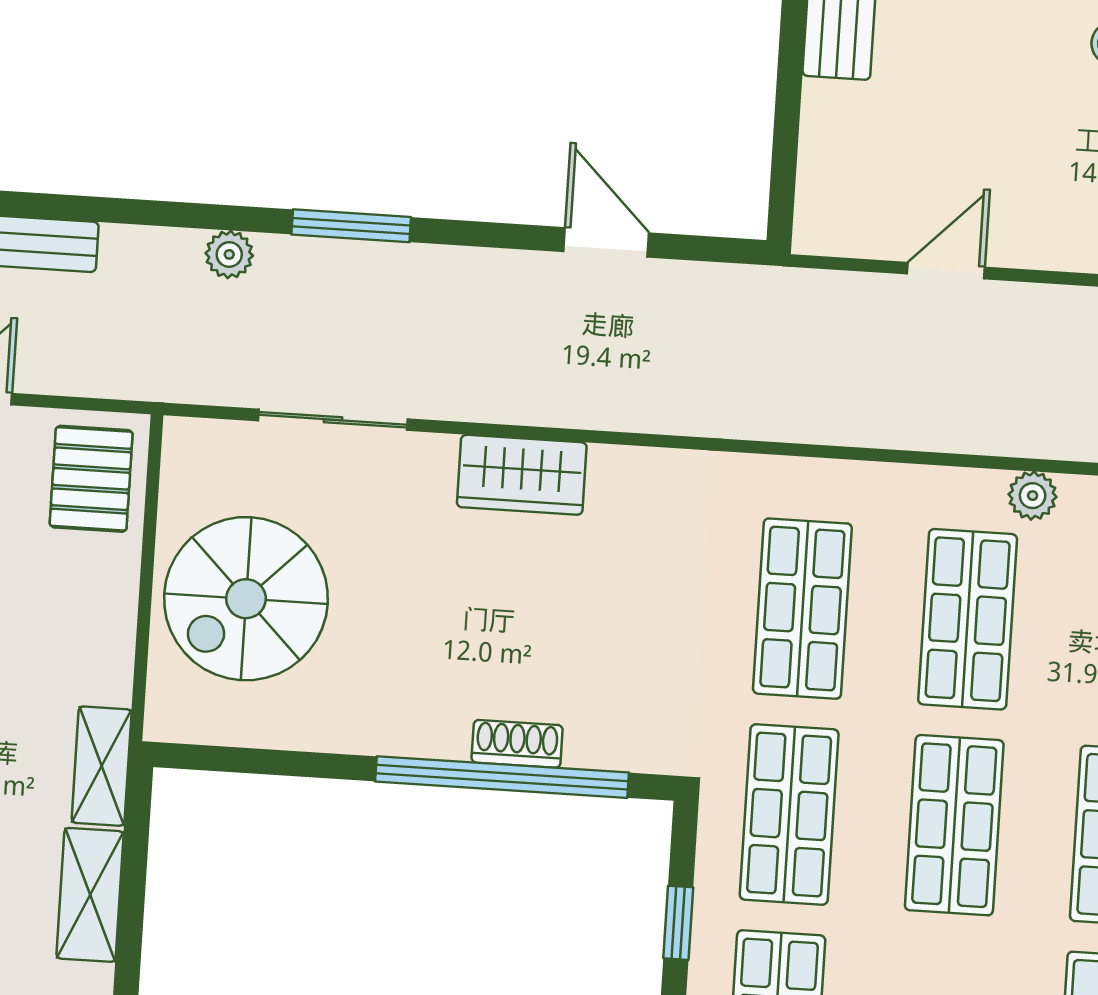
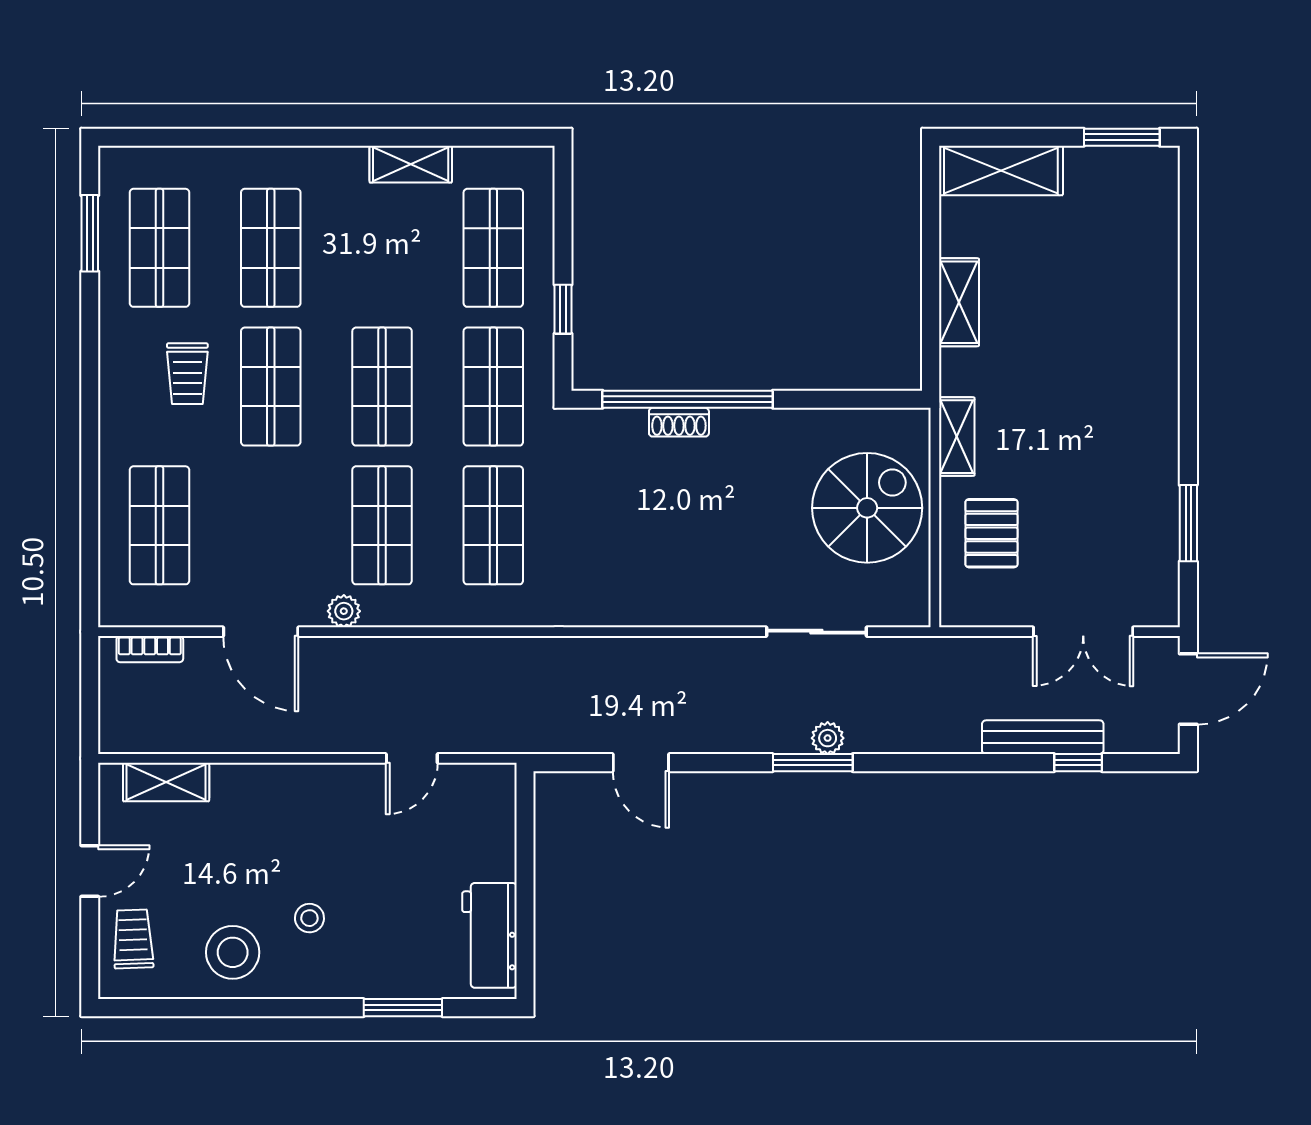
plant: (229, 254) -> (828, 738), moved
wardrobe: (522, 475) -> (687, 603), removed
pallet: (91, 479) -> (991, 533), moved
shelving: (102, 766) -> (957, 437), moved

